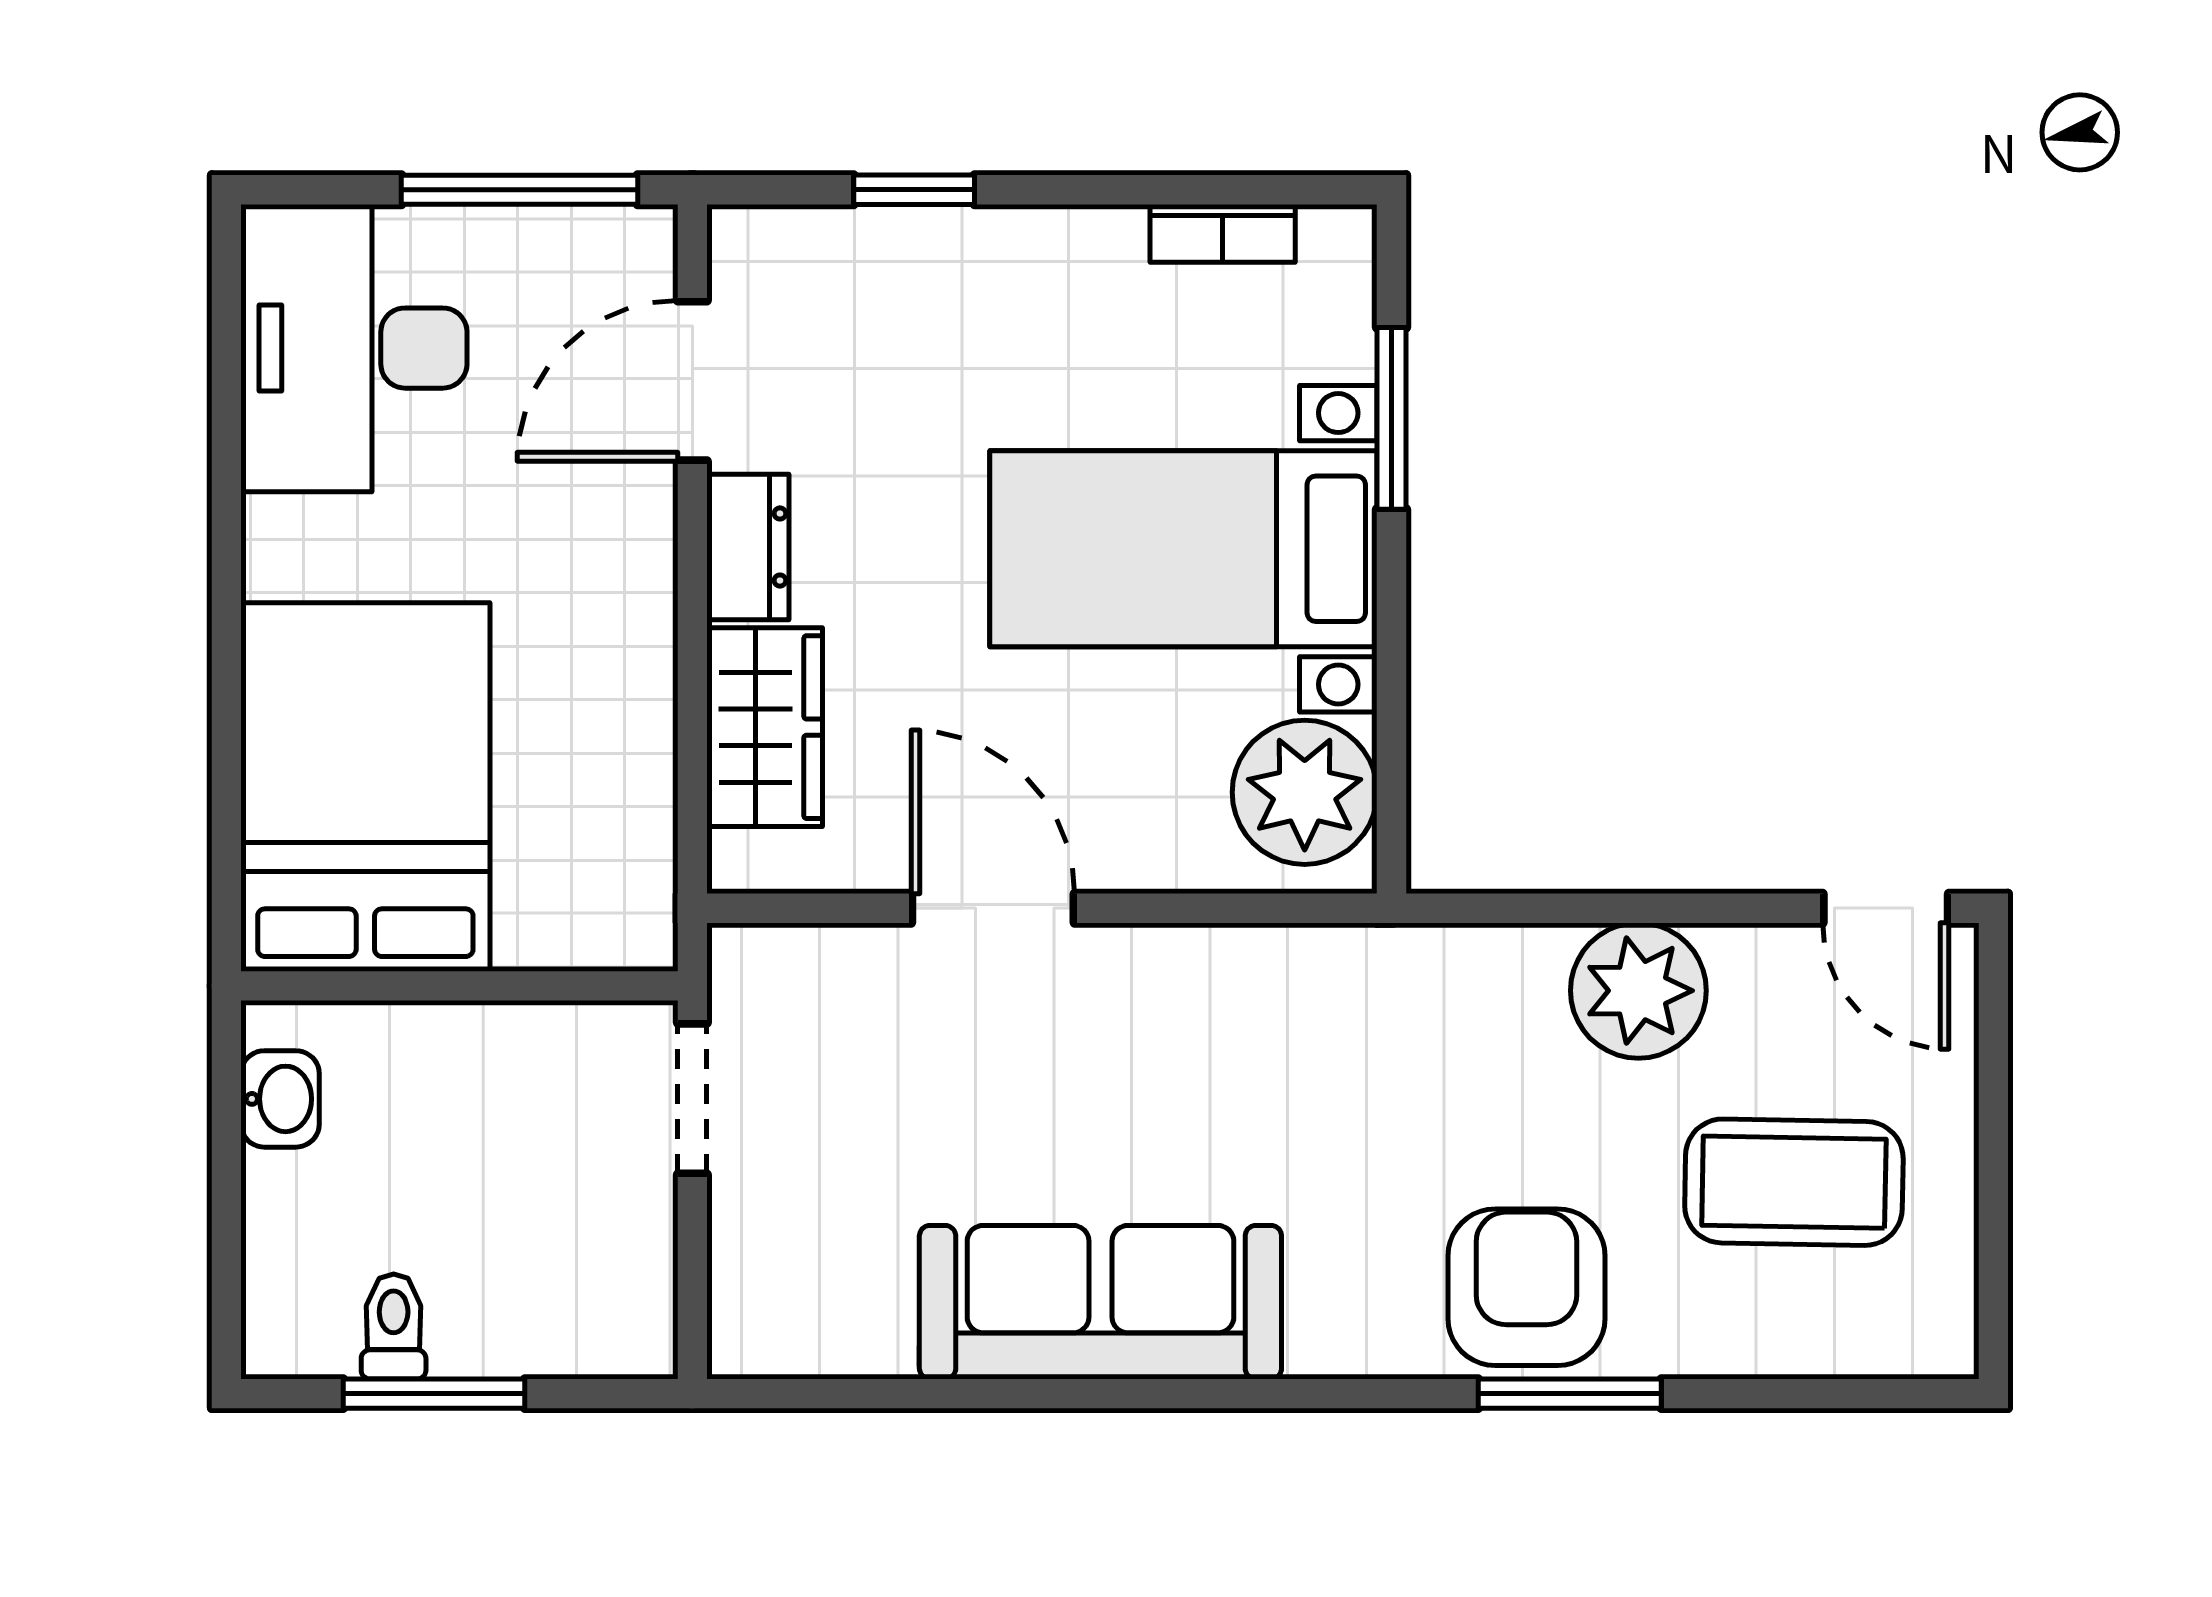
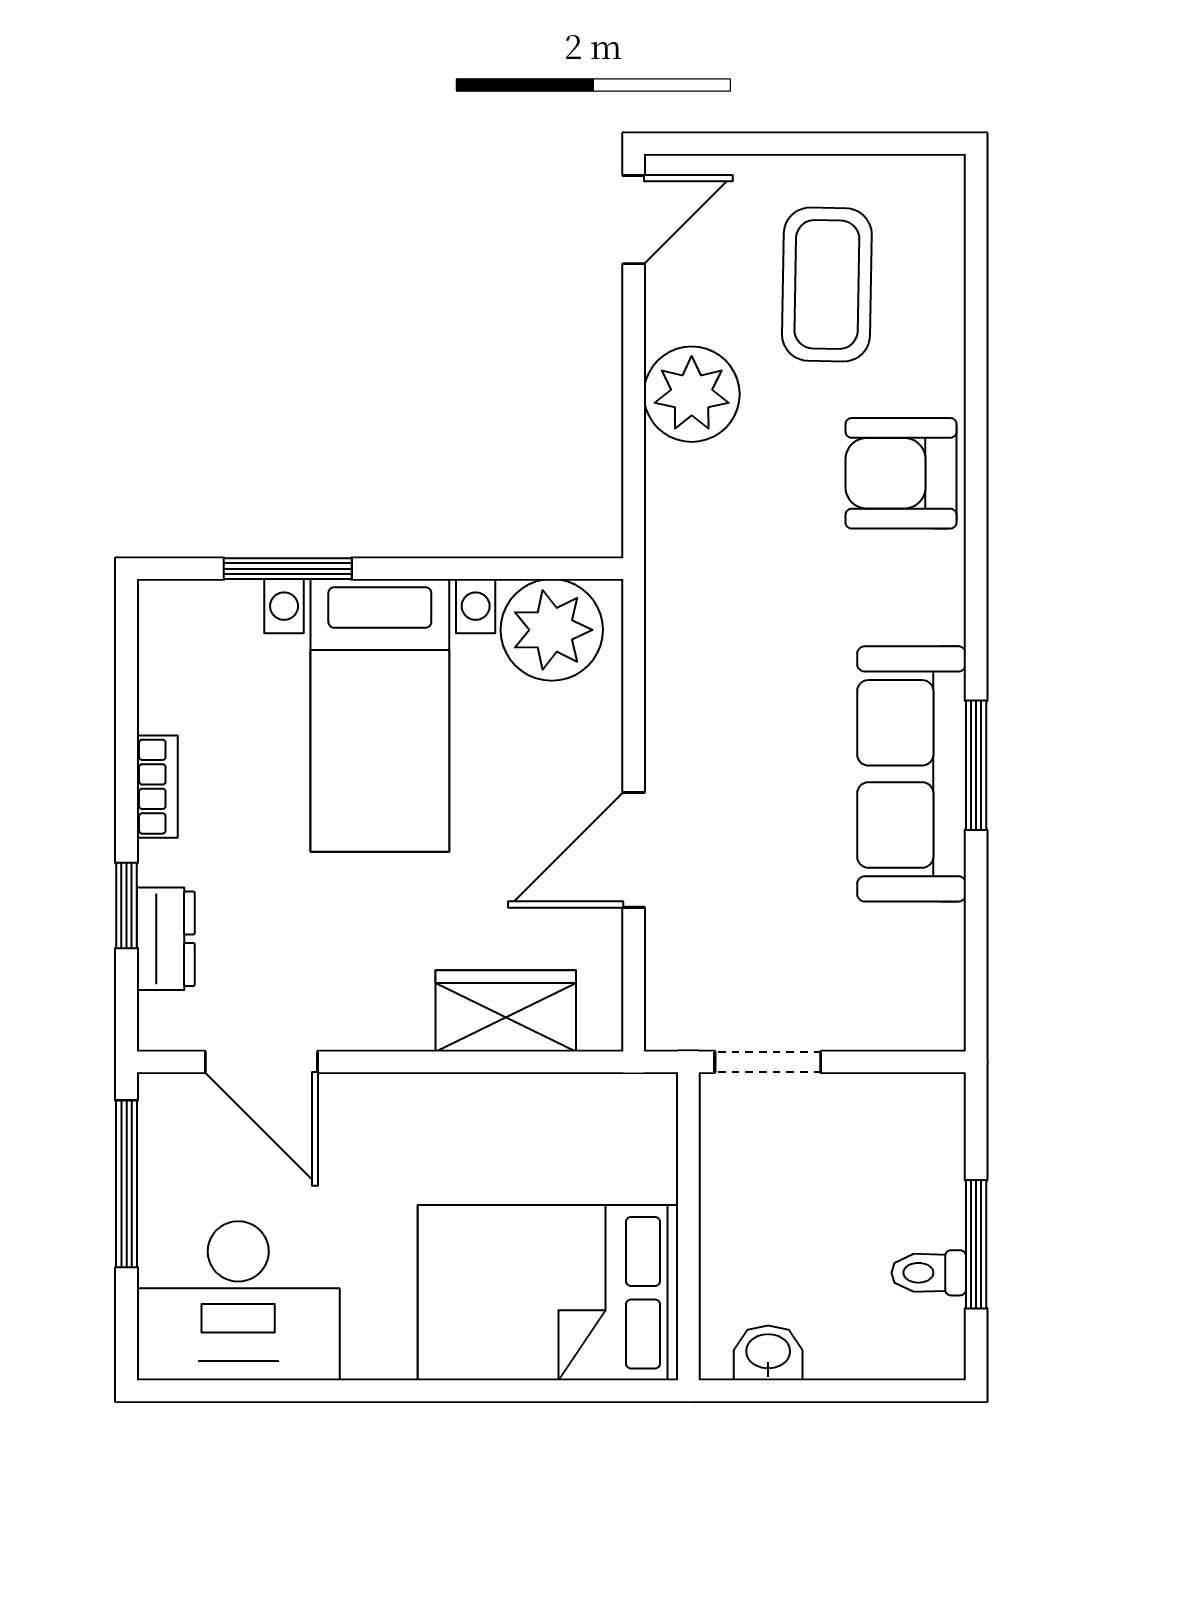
bookcase: (1223, 233) -> (157, 787), moved
dresser: (748, 547) -> (166, 939), moved, turned 90
window: (1570, 1394) -> (976, 765), moved

